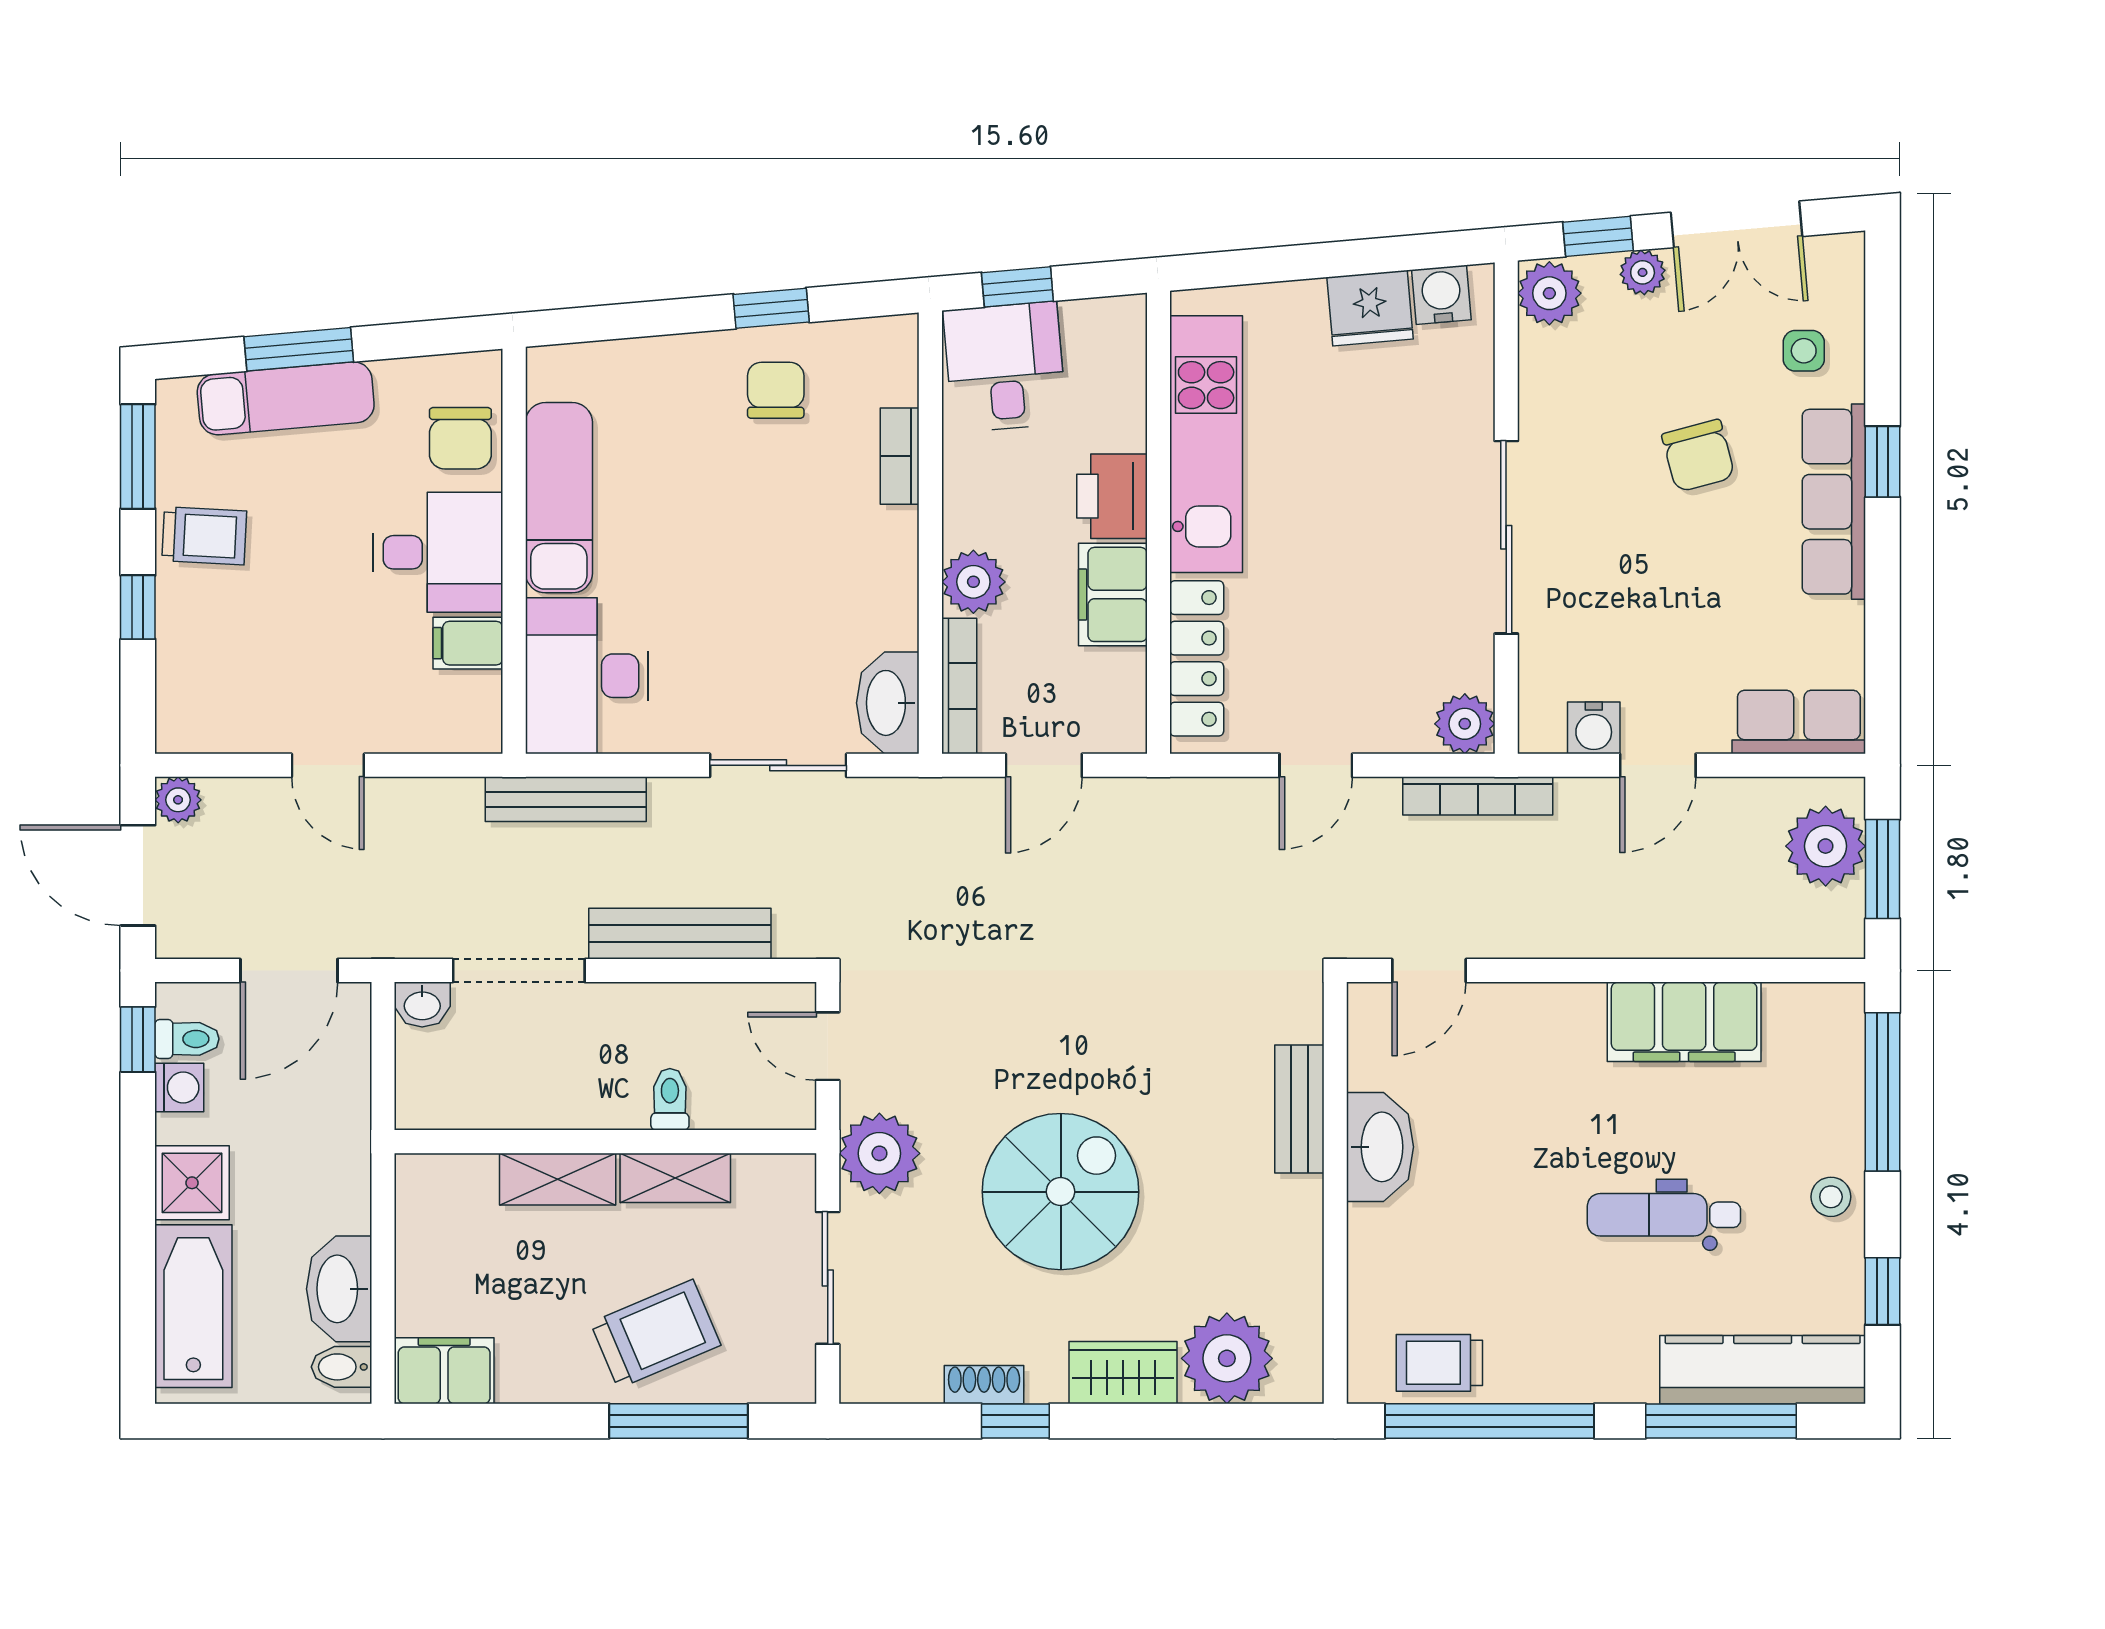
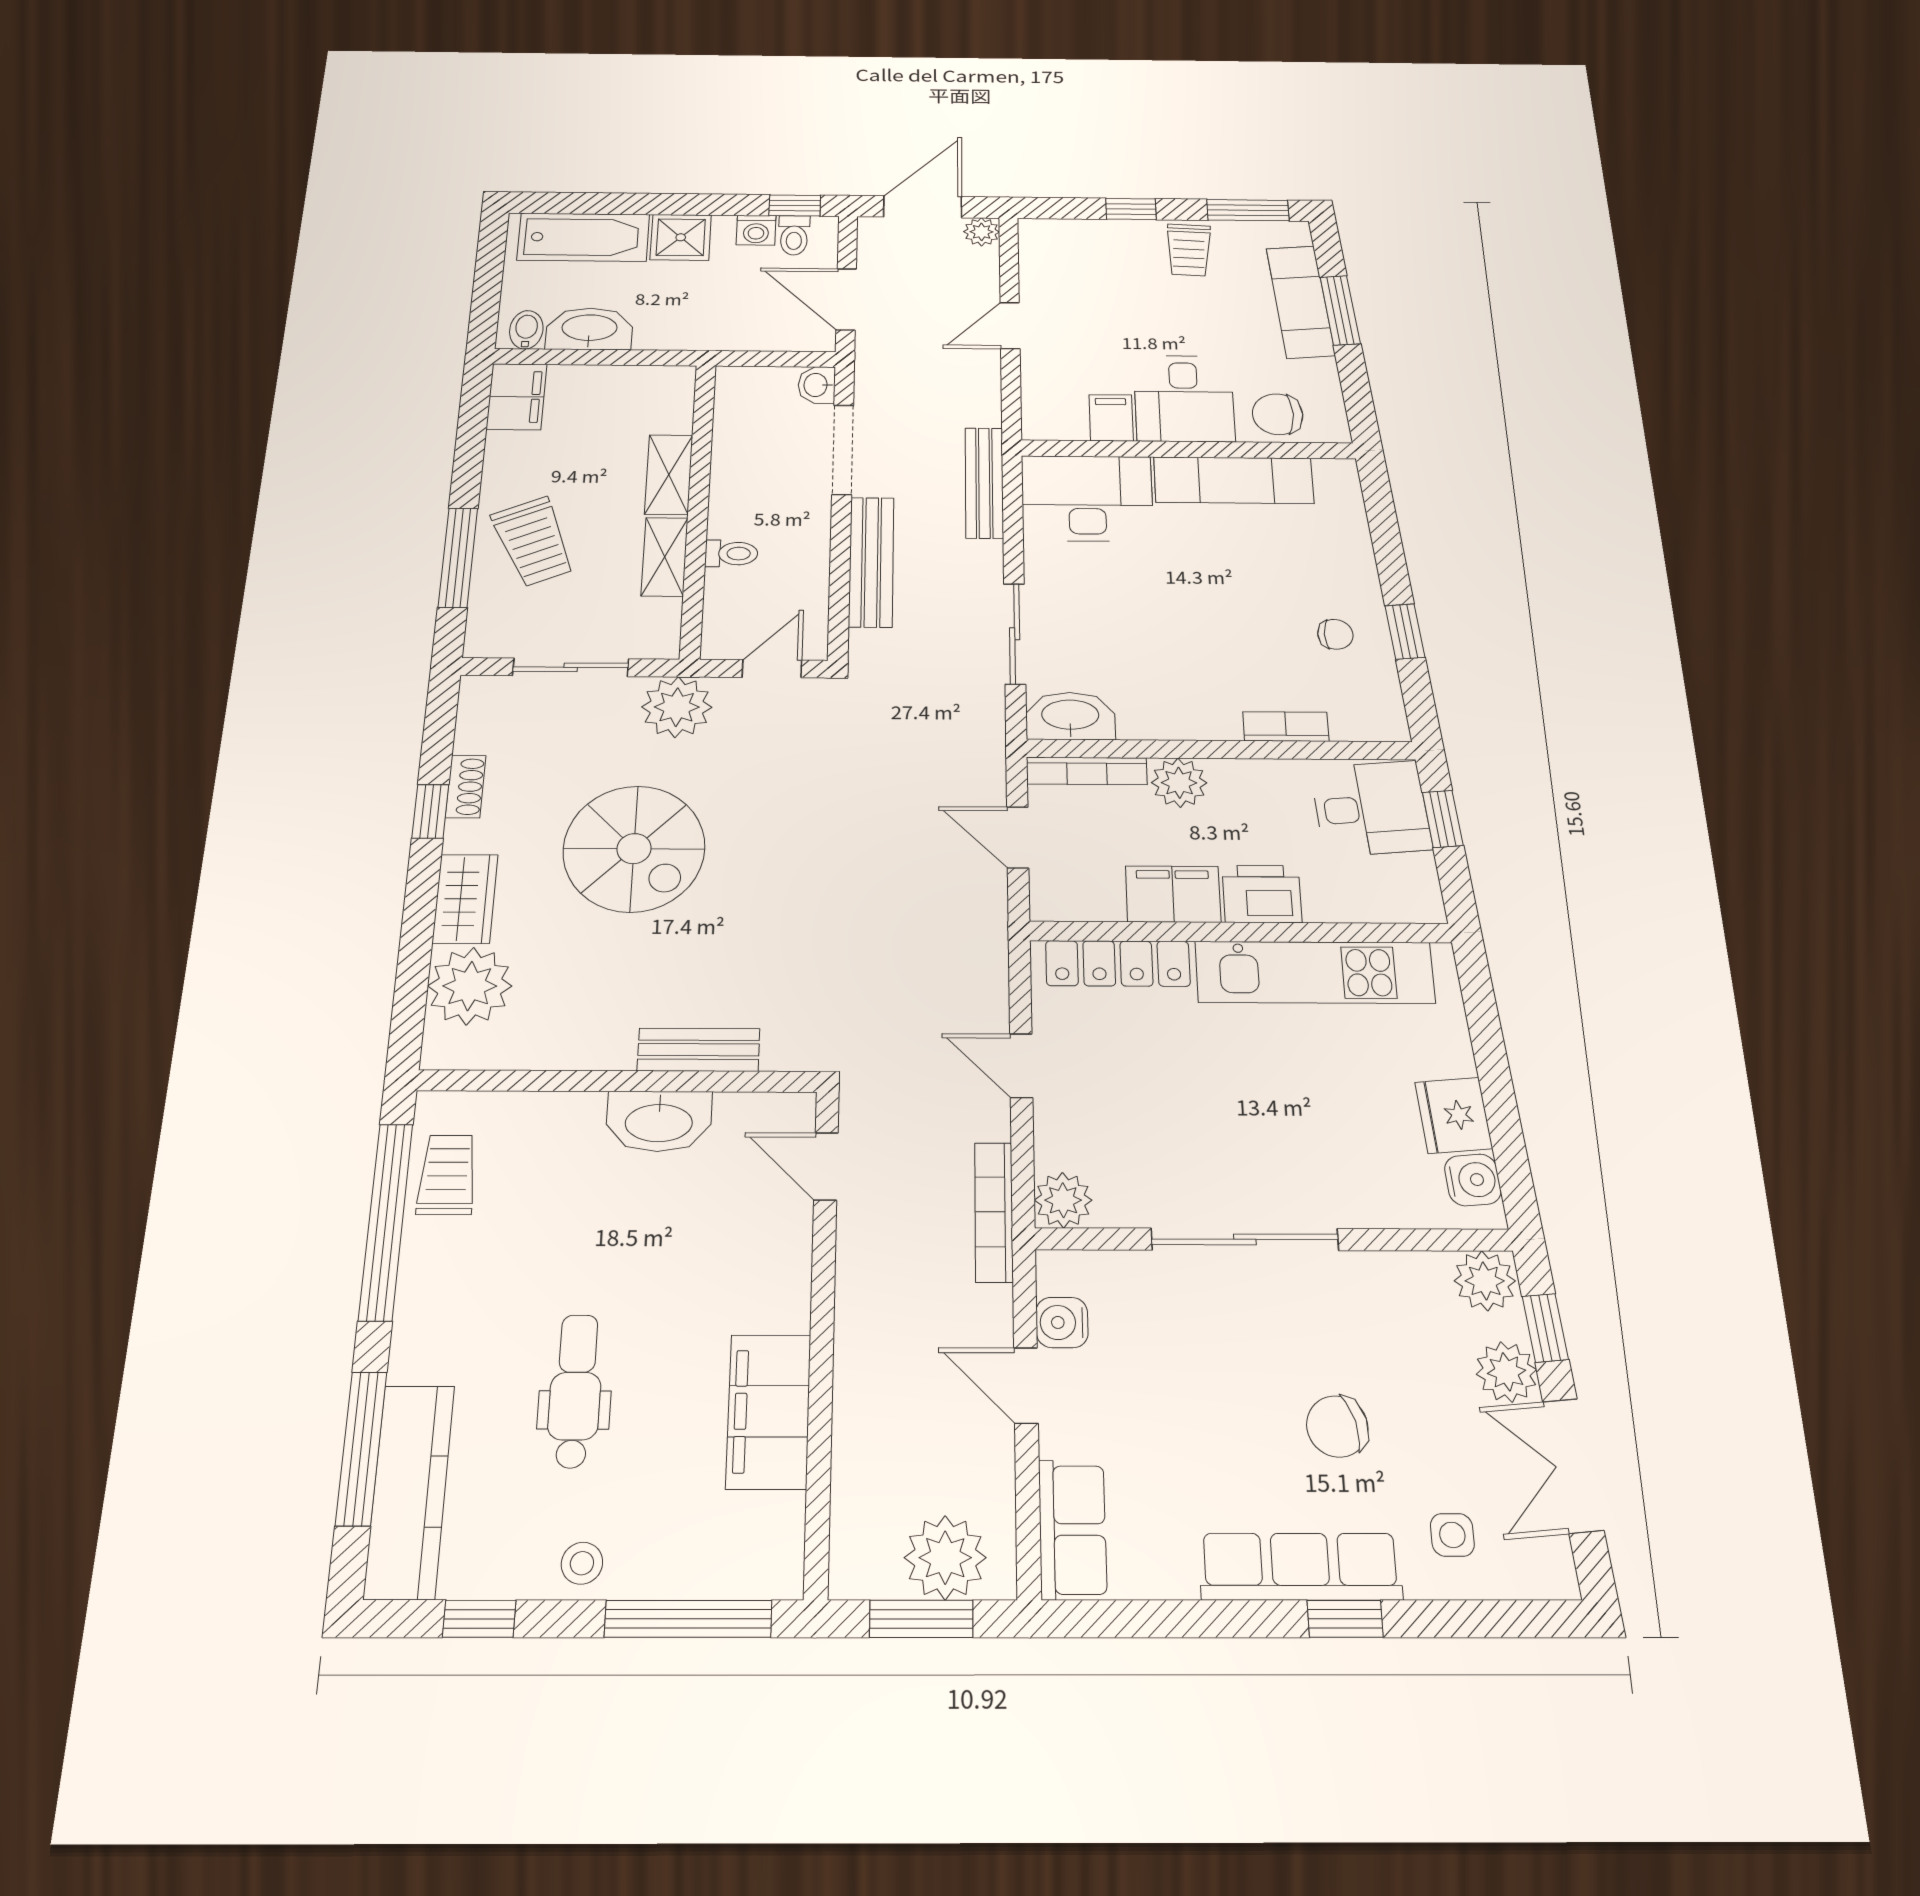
plant: (1643, 272) -> (1506, 1372), width x1.38, depth x1.38
chair: (776, 390) -> (1335, 634), width x0.73, depth x0.73

